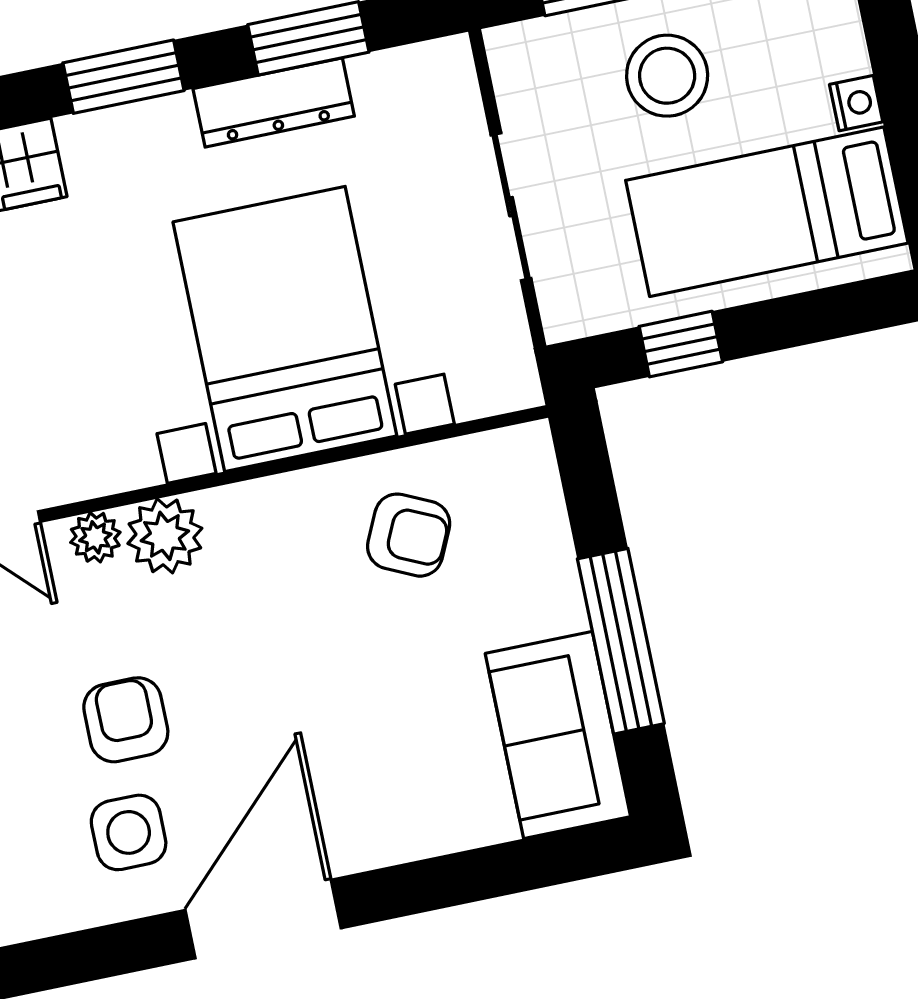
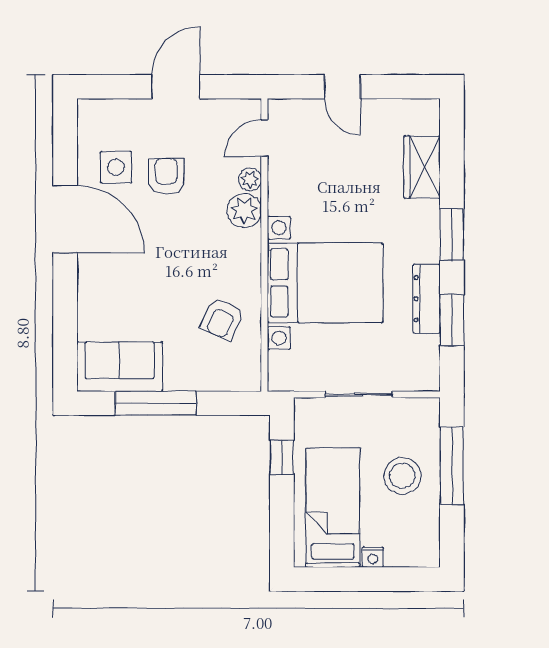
armchair: (126, 720) -> (166, 176), turned -90

